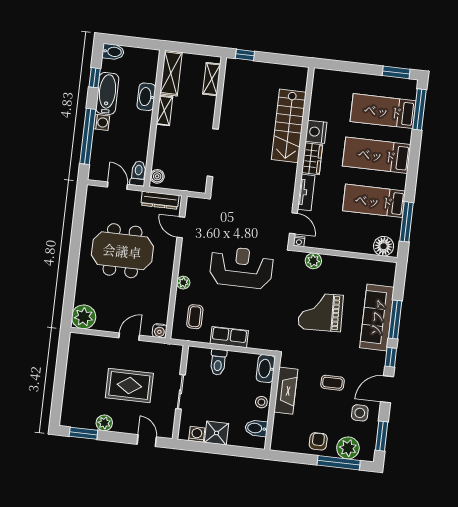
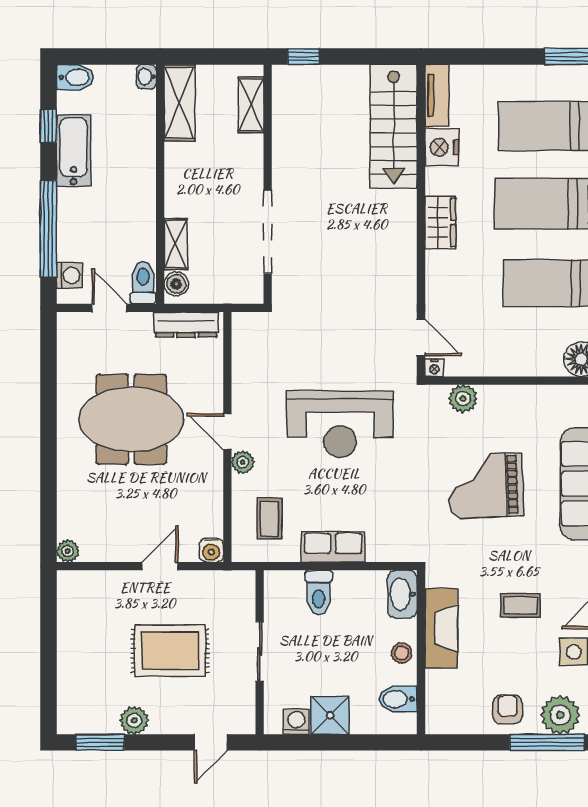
washbasin: (146, 97) -> (146, 77), moved, width x0.52, depth x0.69
shelving: (164, 111) -> (176, 244), moved
washing machine: (101, 122) -> (69, 275), moved
stairs: (289, 126) -> (394, 126), moved
nightstand: (316, 132) -> (442, 147), moved
tv unit: (306, 192) -> (437, 95), moved
door: (181, 227) -> (227, 432), moved
reception desk: (241, 267) -> (340, 424), turned 180
plant: (84, 317) -> (68, 551), width x0.53, depth x0.53
door: (147, 441) -> (211, 742), swing flipped

